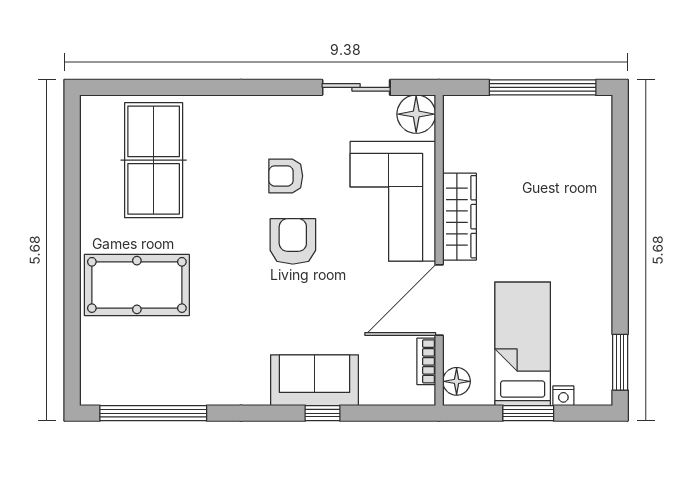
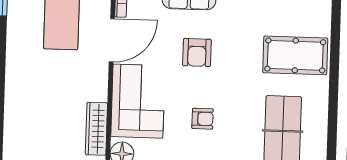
wardrobe: (460, 217) -> (96, 129), moved
armchair: (293, 241) -> (197, 52), moved

